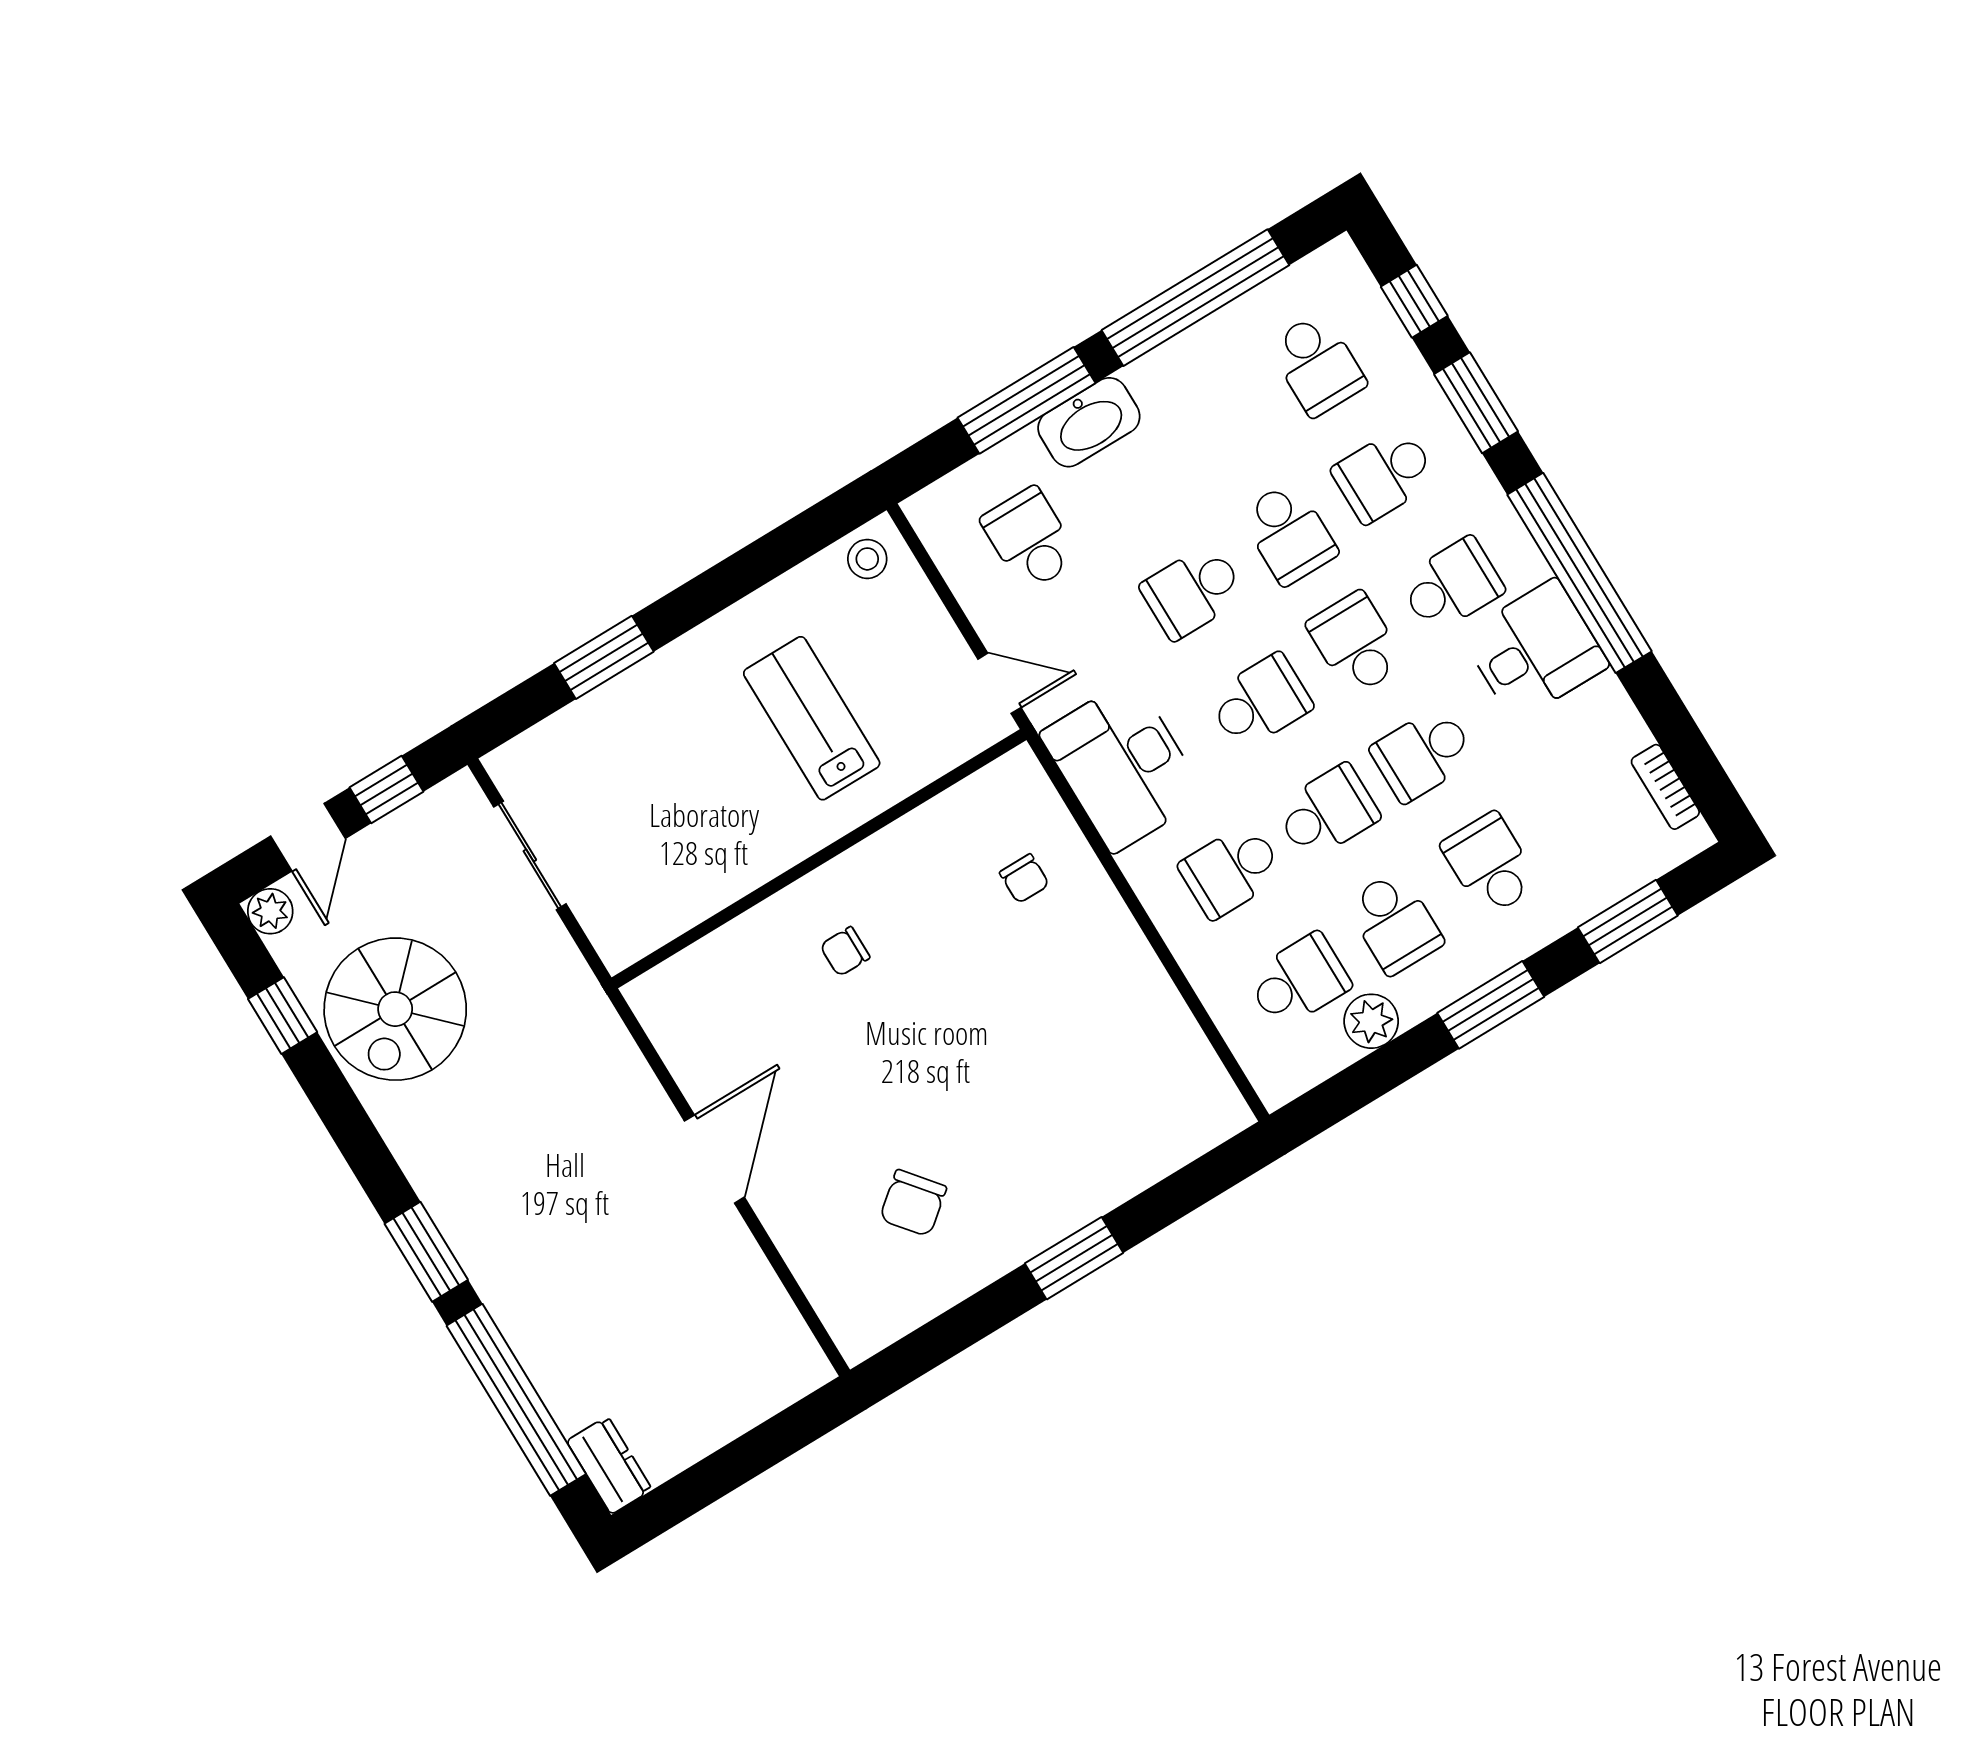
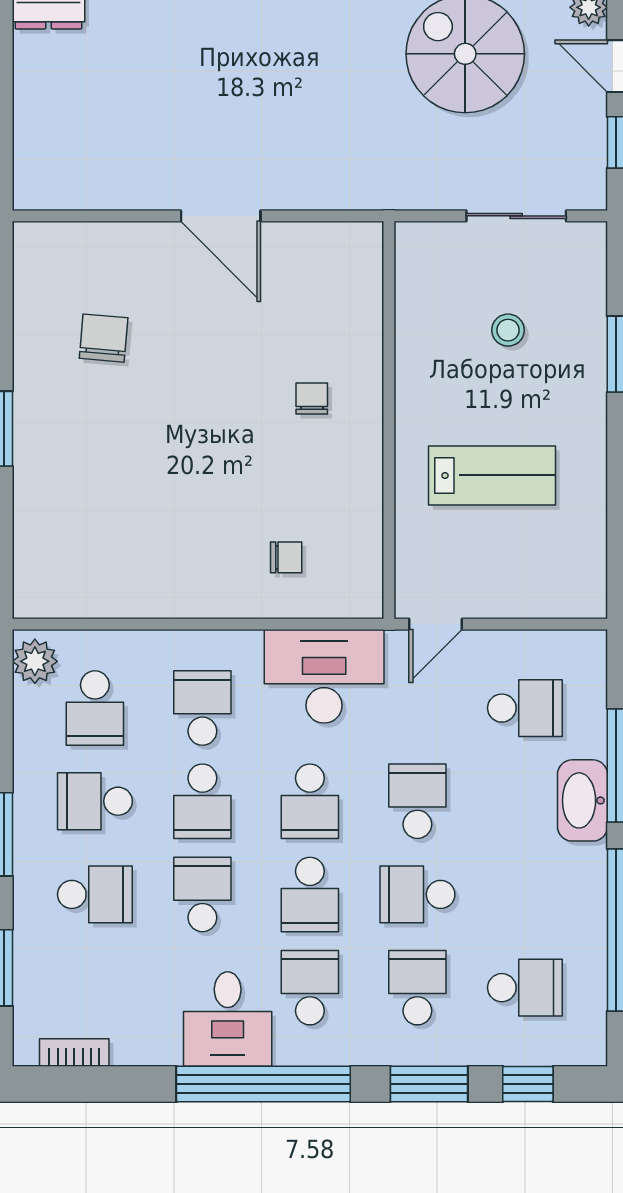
school desk: (1317, 364) -> (525, 988), turned 180
stool: (867, 559) -> (508, 330), moved
school desk: (1452, 585) -> (310, 988), turned 180
school desk: (1356, 644) -> (310, 894), turned 90
chair: (1024, 879) -> (286, 557), turned 180
plant: (1371, 1021) -> (35, 661), moved
chair: (913, 1203) -> (104, 338), turned 44

